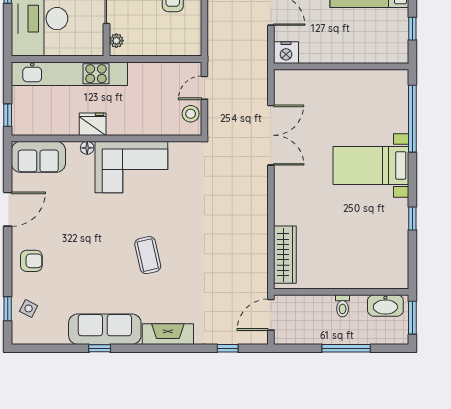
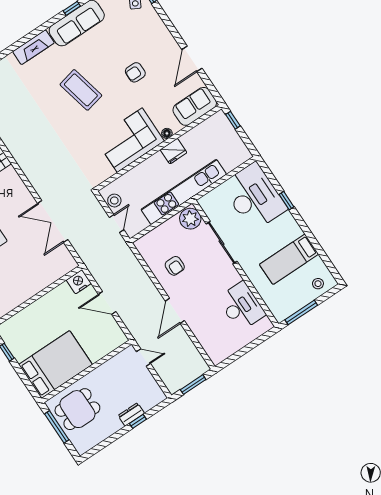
plant: (116, 41) -> (190, 219), width x1.88, depth x1.88
kitchen unit: (69, 74) -> (184, 192), moved
coffee table: (148, 255) -> (81, 90), width x1.36, depth x1.32
armchair: (31, 261) -> (135, 72), moved

